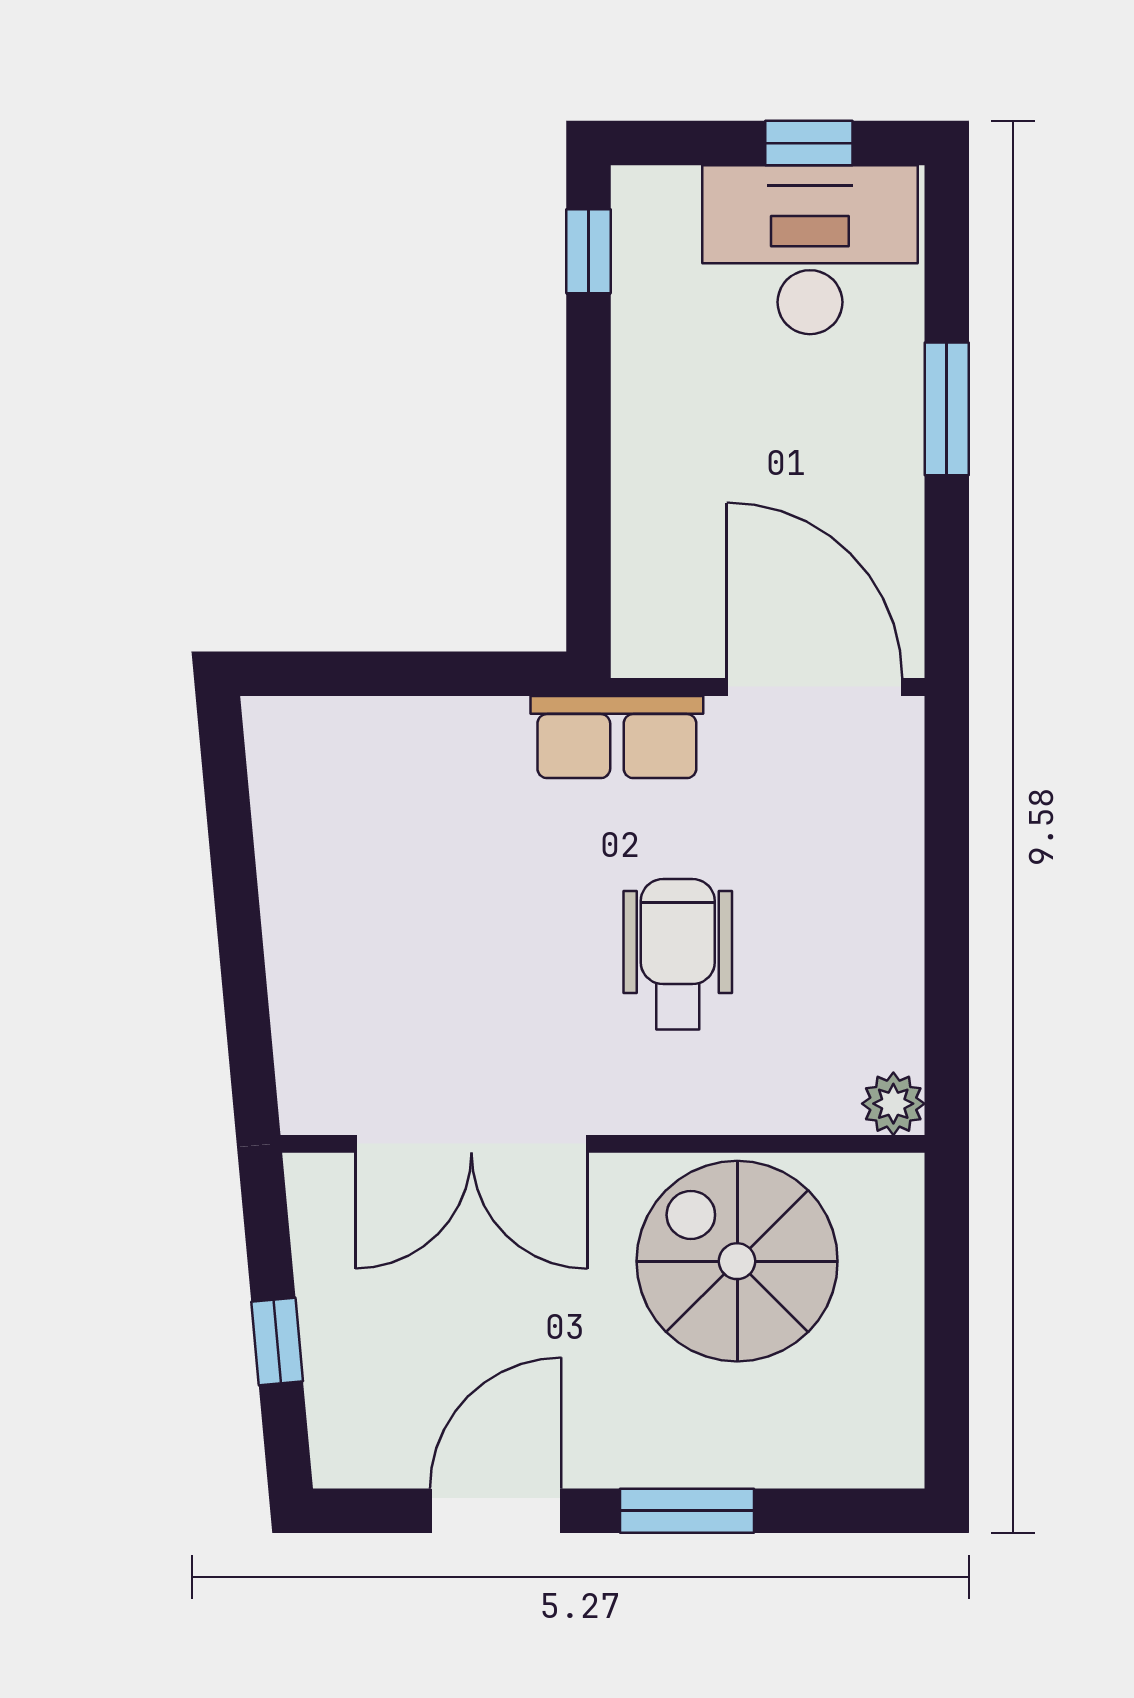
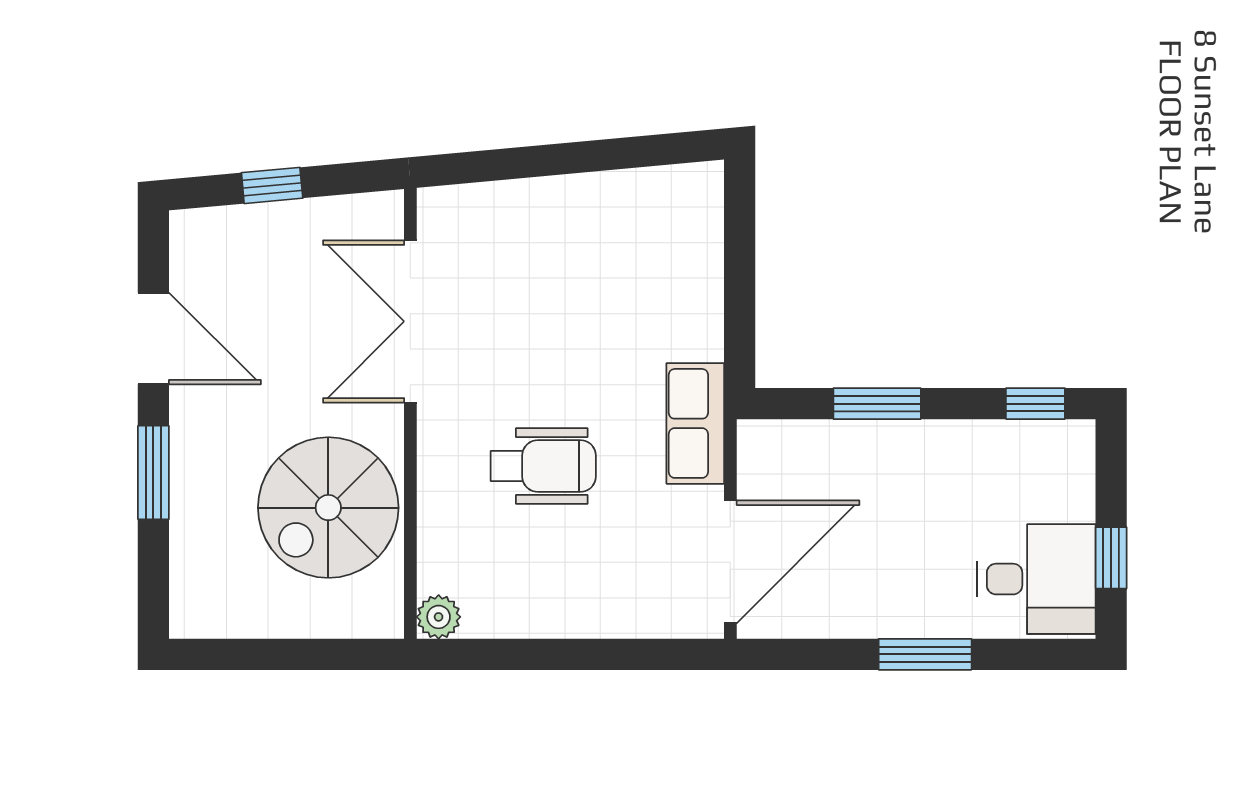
desk: (810, 250) -> (1037, 579), width x0.73
window: (589, 477) -> (877, 404), added
spiral stairs: (737, 1261) -> (328, 508), turned 180

